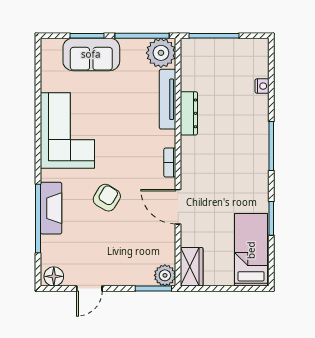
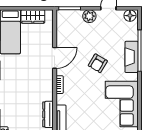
door: (178, 207) -> (55, 58), hinge flipped
wardrobe: (192, 267) -> (33, 16), moved, turned -90
plant: (165, 275) -> (89, 16), moved

